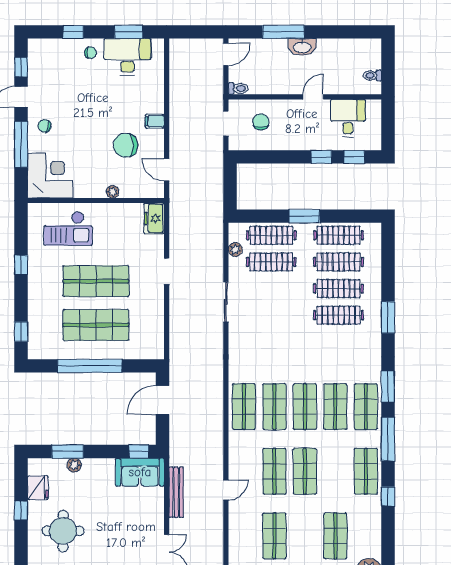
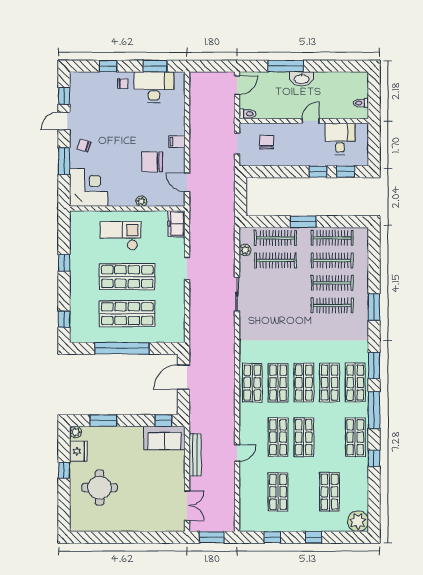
window: (21, 144) -> (64, 161), width x0.69
checkout: (68, 228) -> (120, 236), moved, turned 180
plant: (74, 465) -> (76, 432), moved

